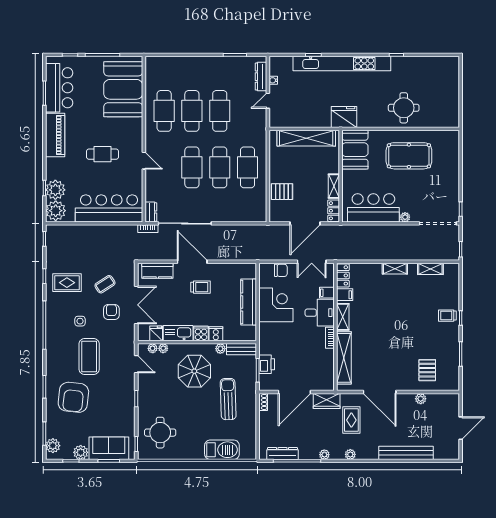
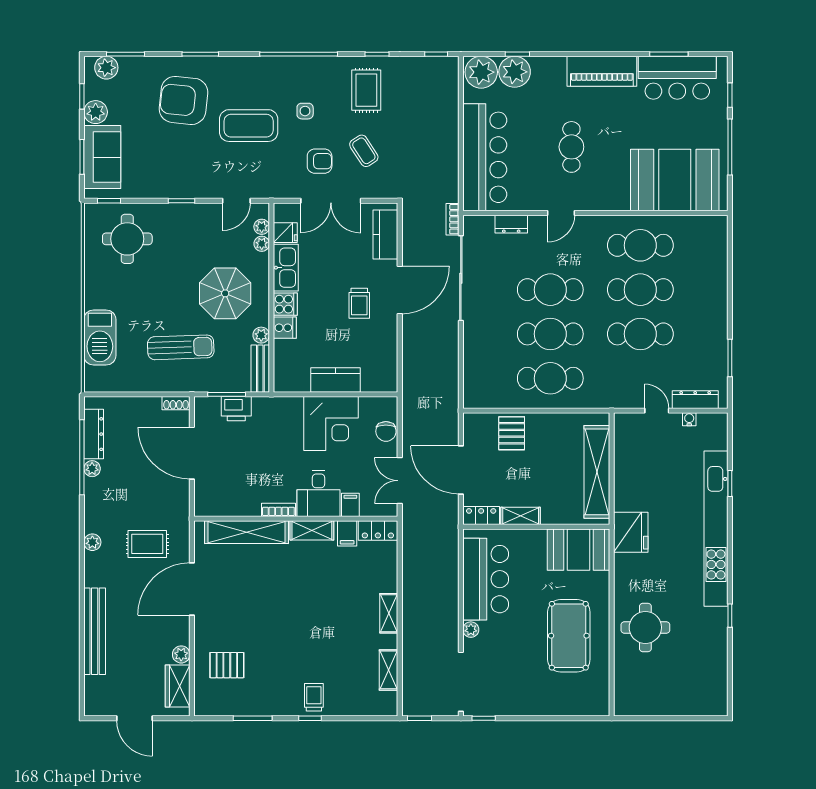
dresser: (151, 212) -> (511, 224), moved
kitchen counter: (249, 302) -> (336, 380), width x0.67
wardrobe: (327, 401) -> (178, 686), moved
plant: (324, 455) -> (92, 469), moved

